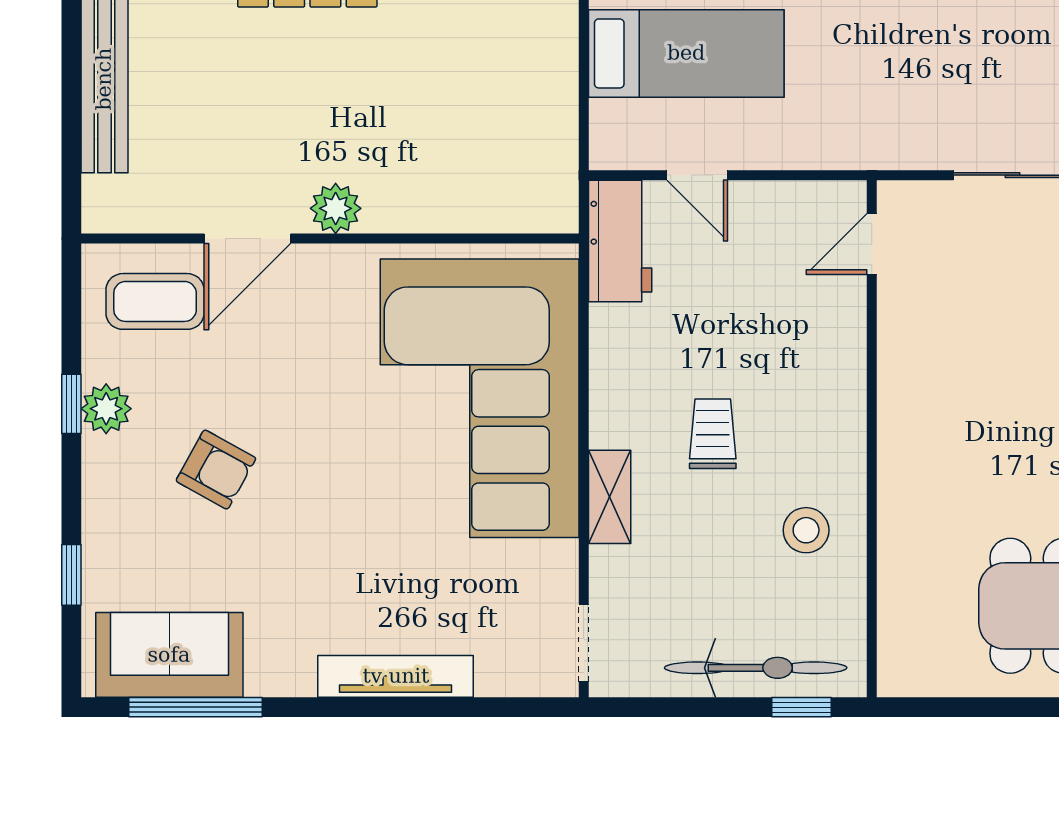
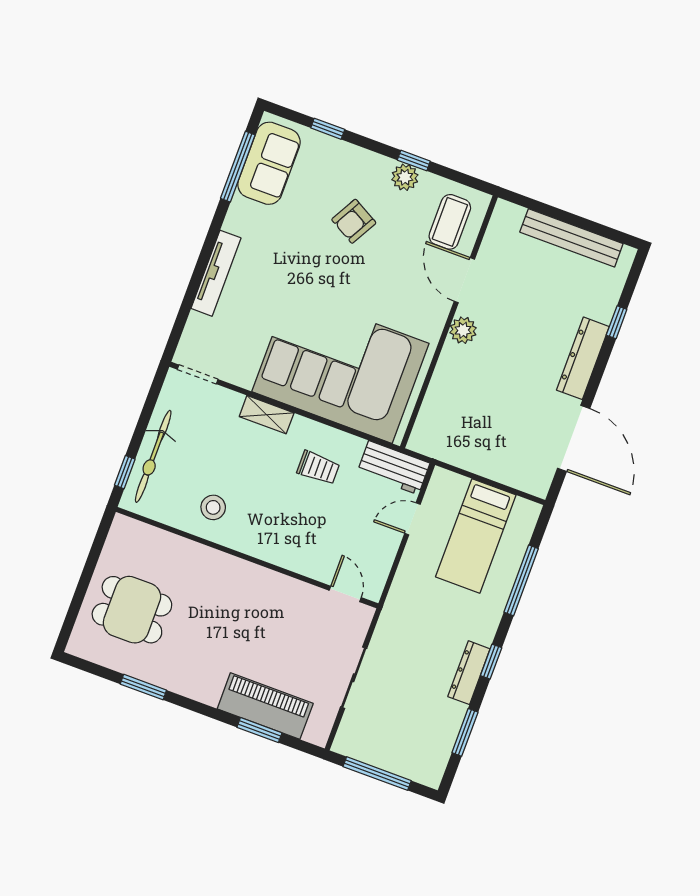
trolley: (713, 434) -> (318, 468), moved

